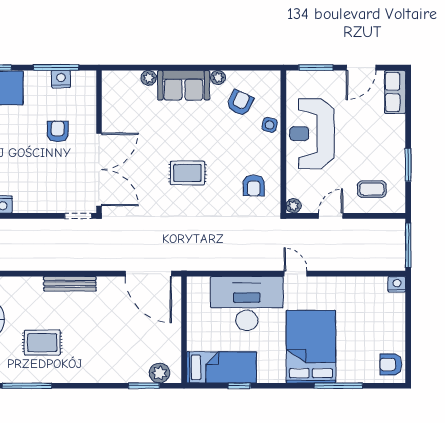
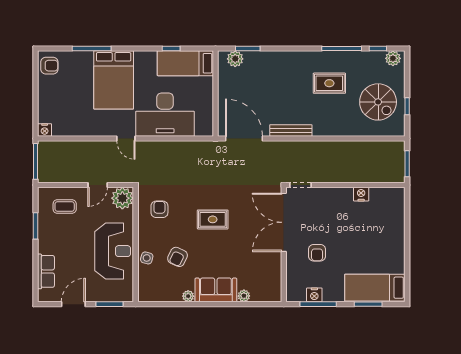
row of seats: (395, 92) -> (46, 271), moved
armchair: (240, 103) -> (178, 257), moved
plant: (293, 206) -> (122, 198), width x1.88, depth x1.88
bench: (70, 284) -> (291, 130), moved

